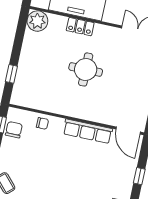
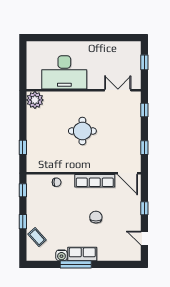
locker: (80, 27) -> (71, 97), removed
chair: (14, 130) -> (96, 217), moved

